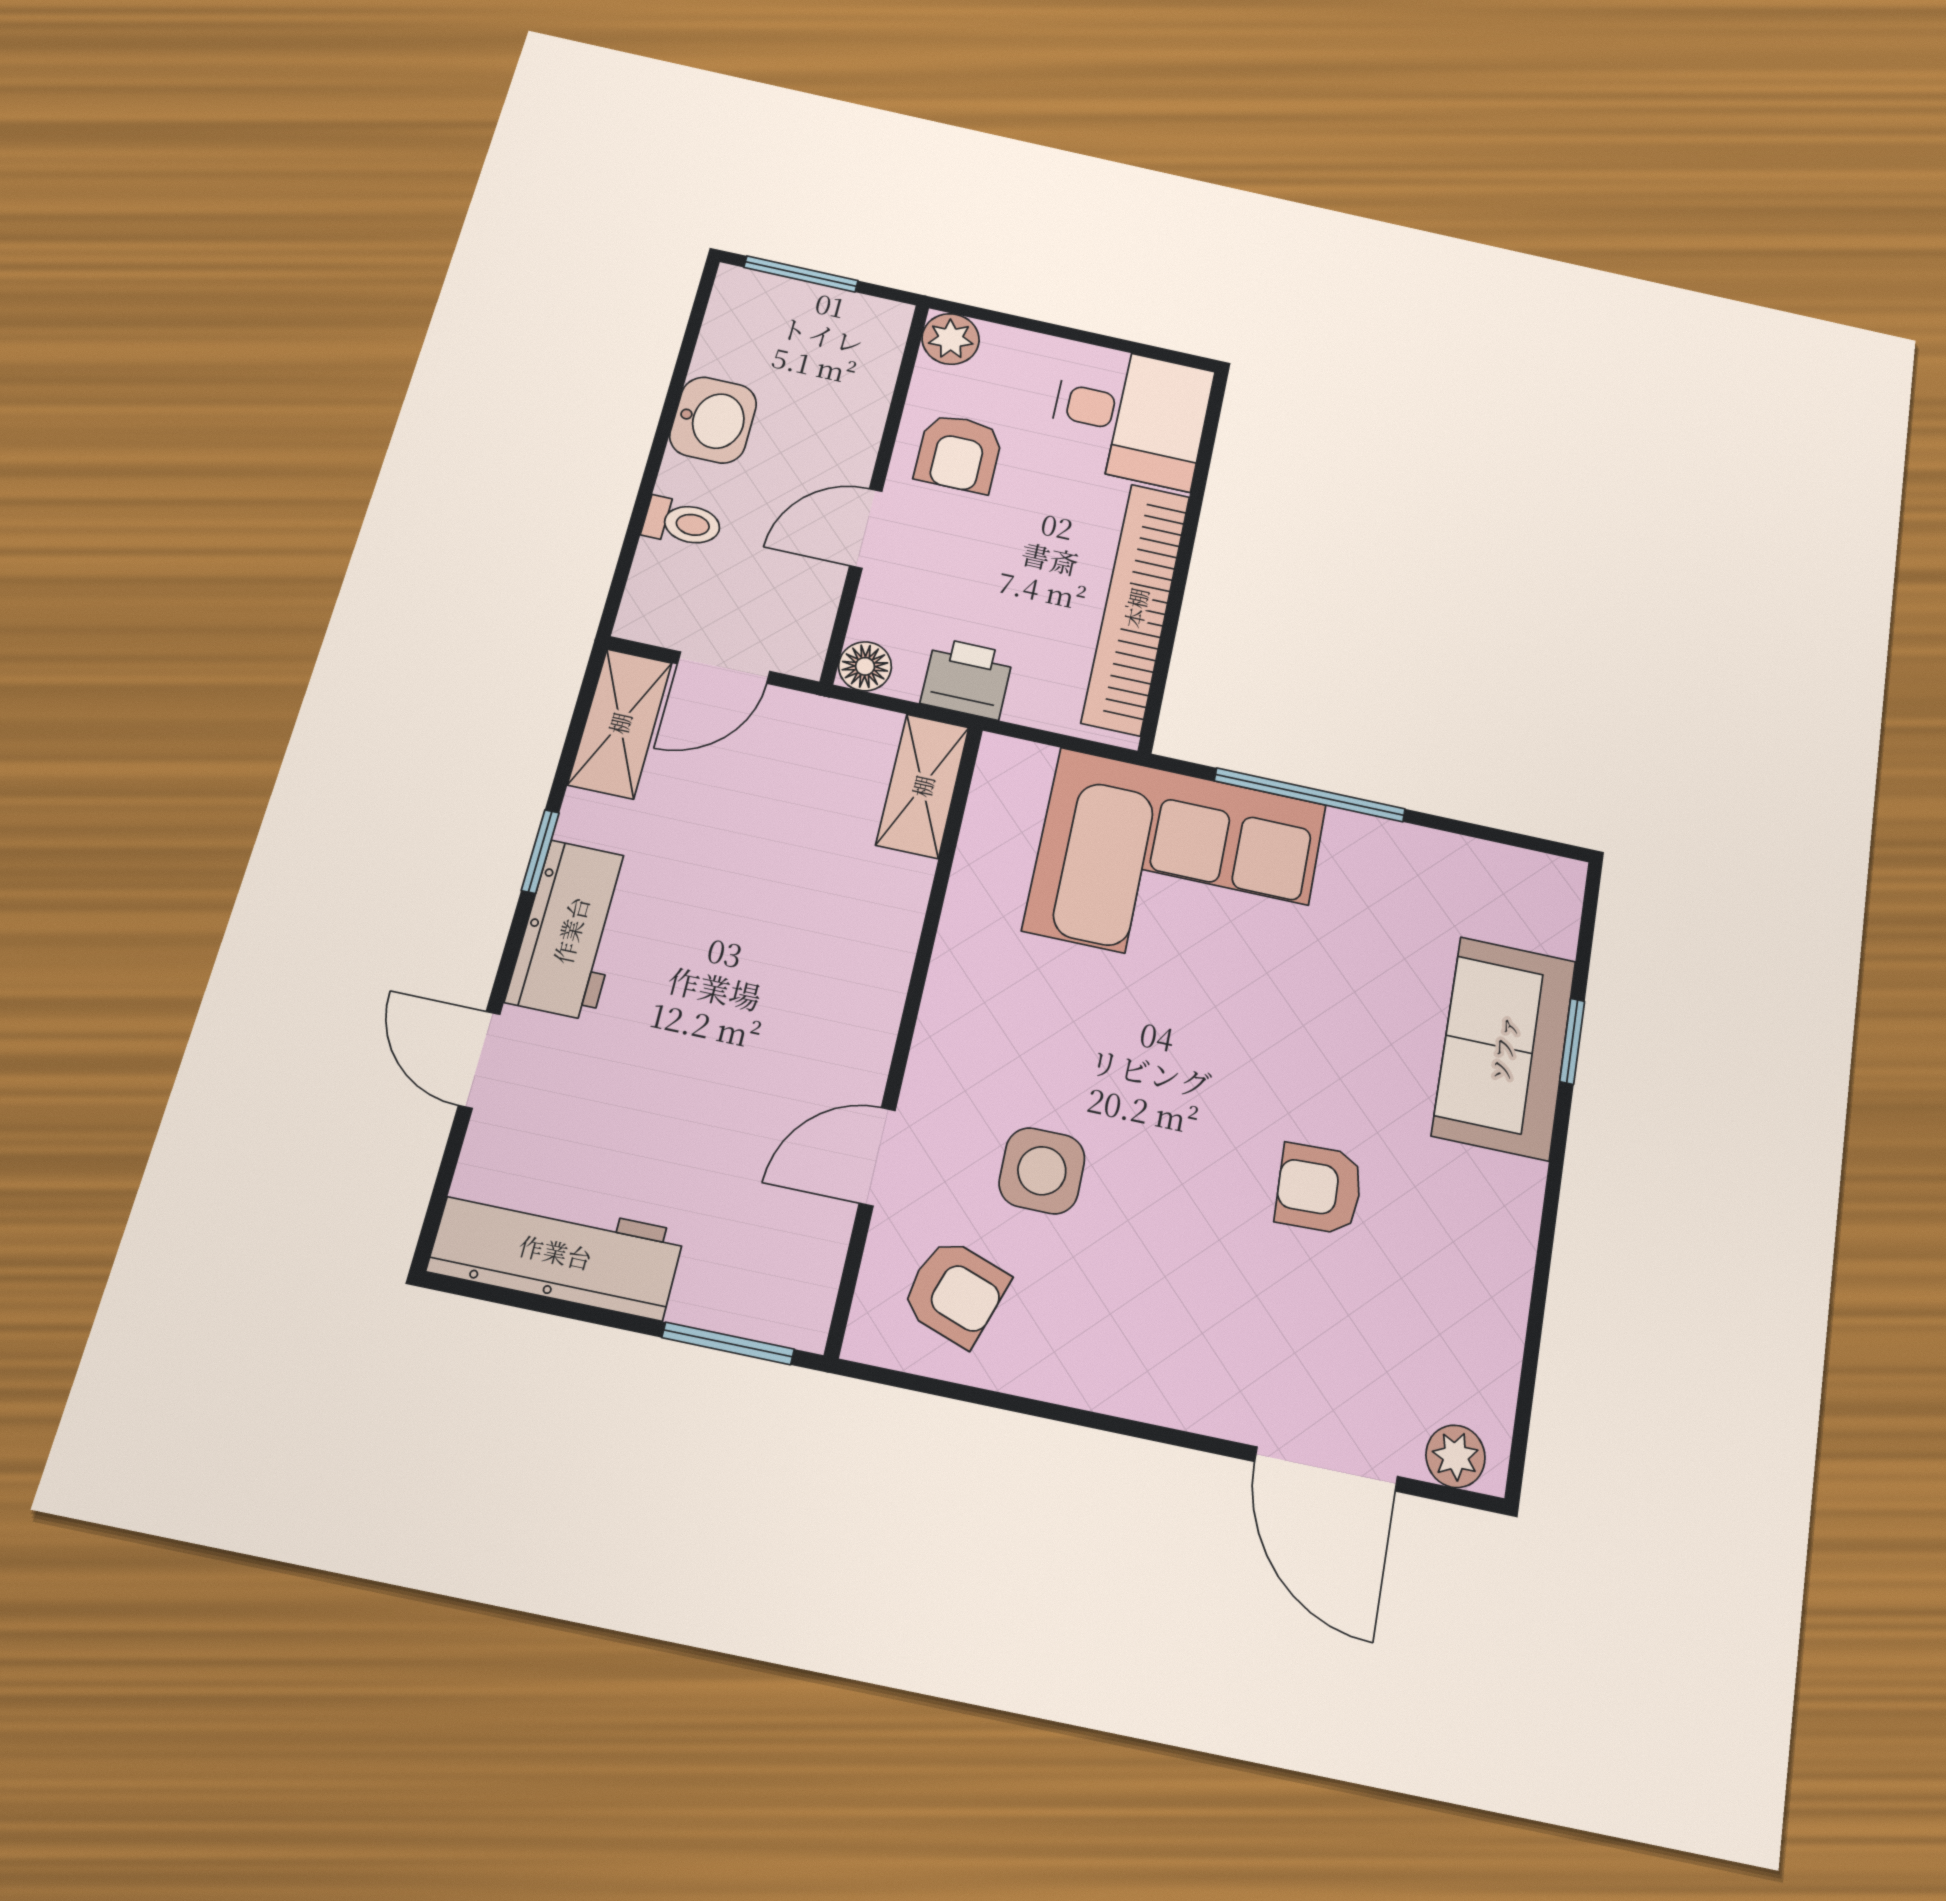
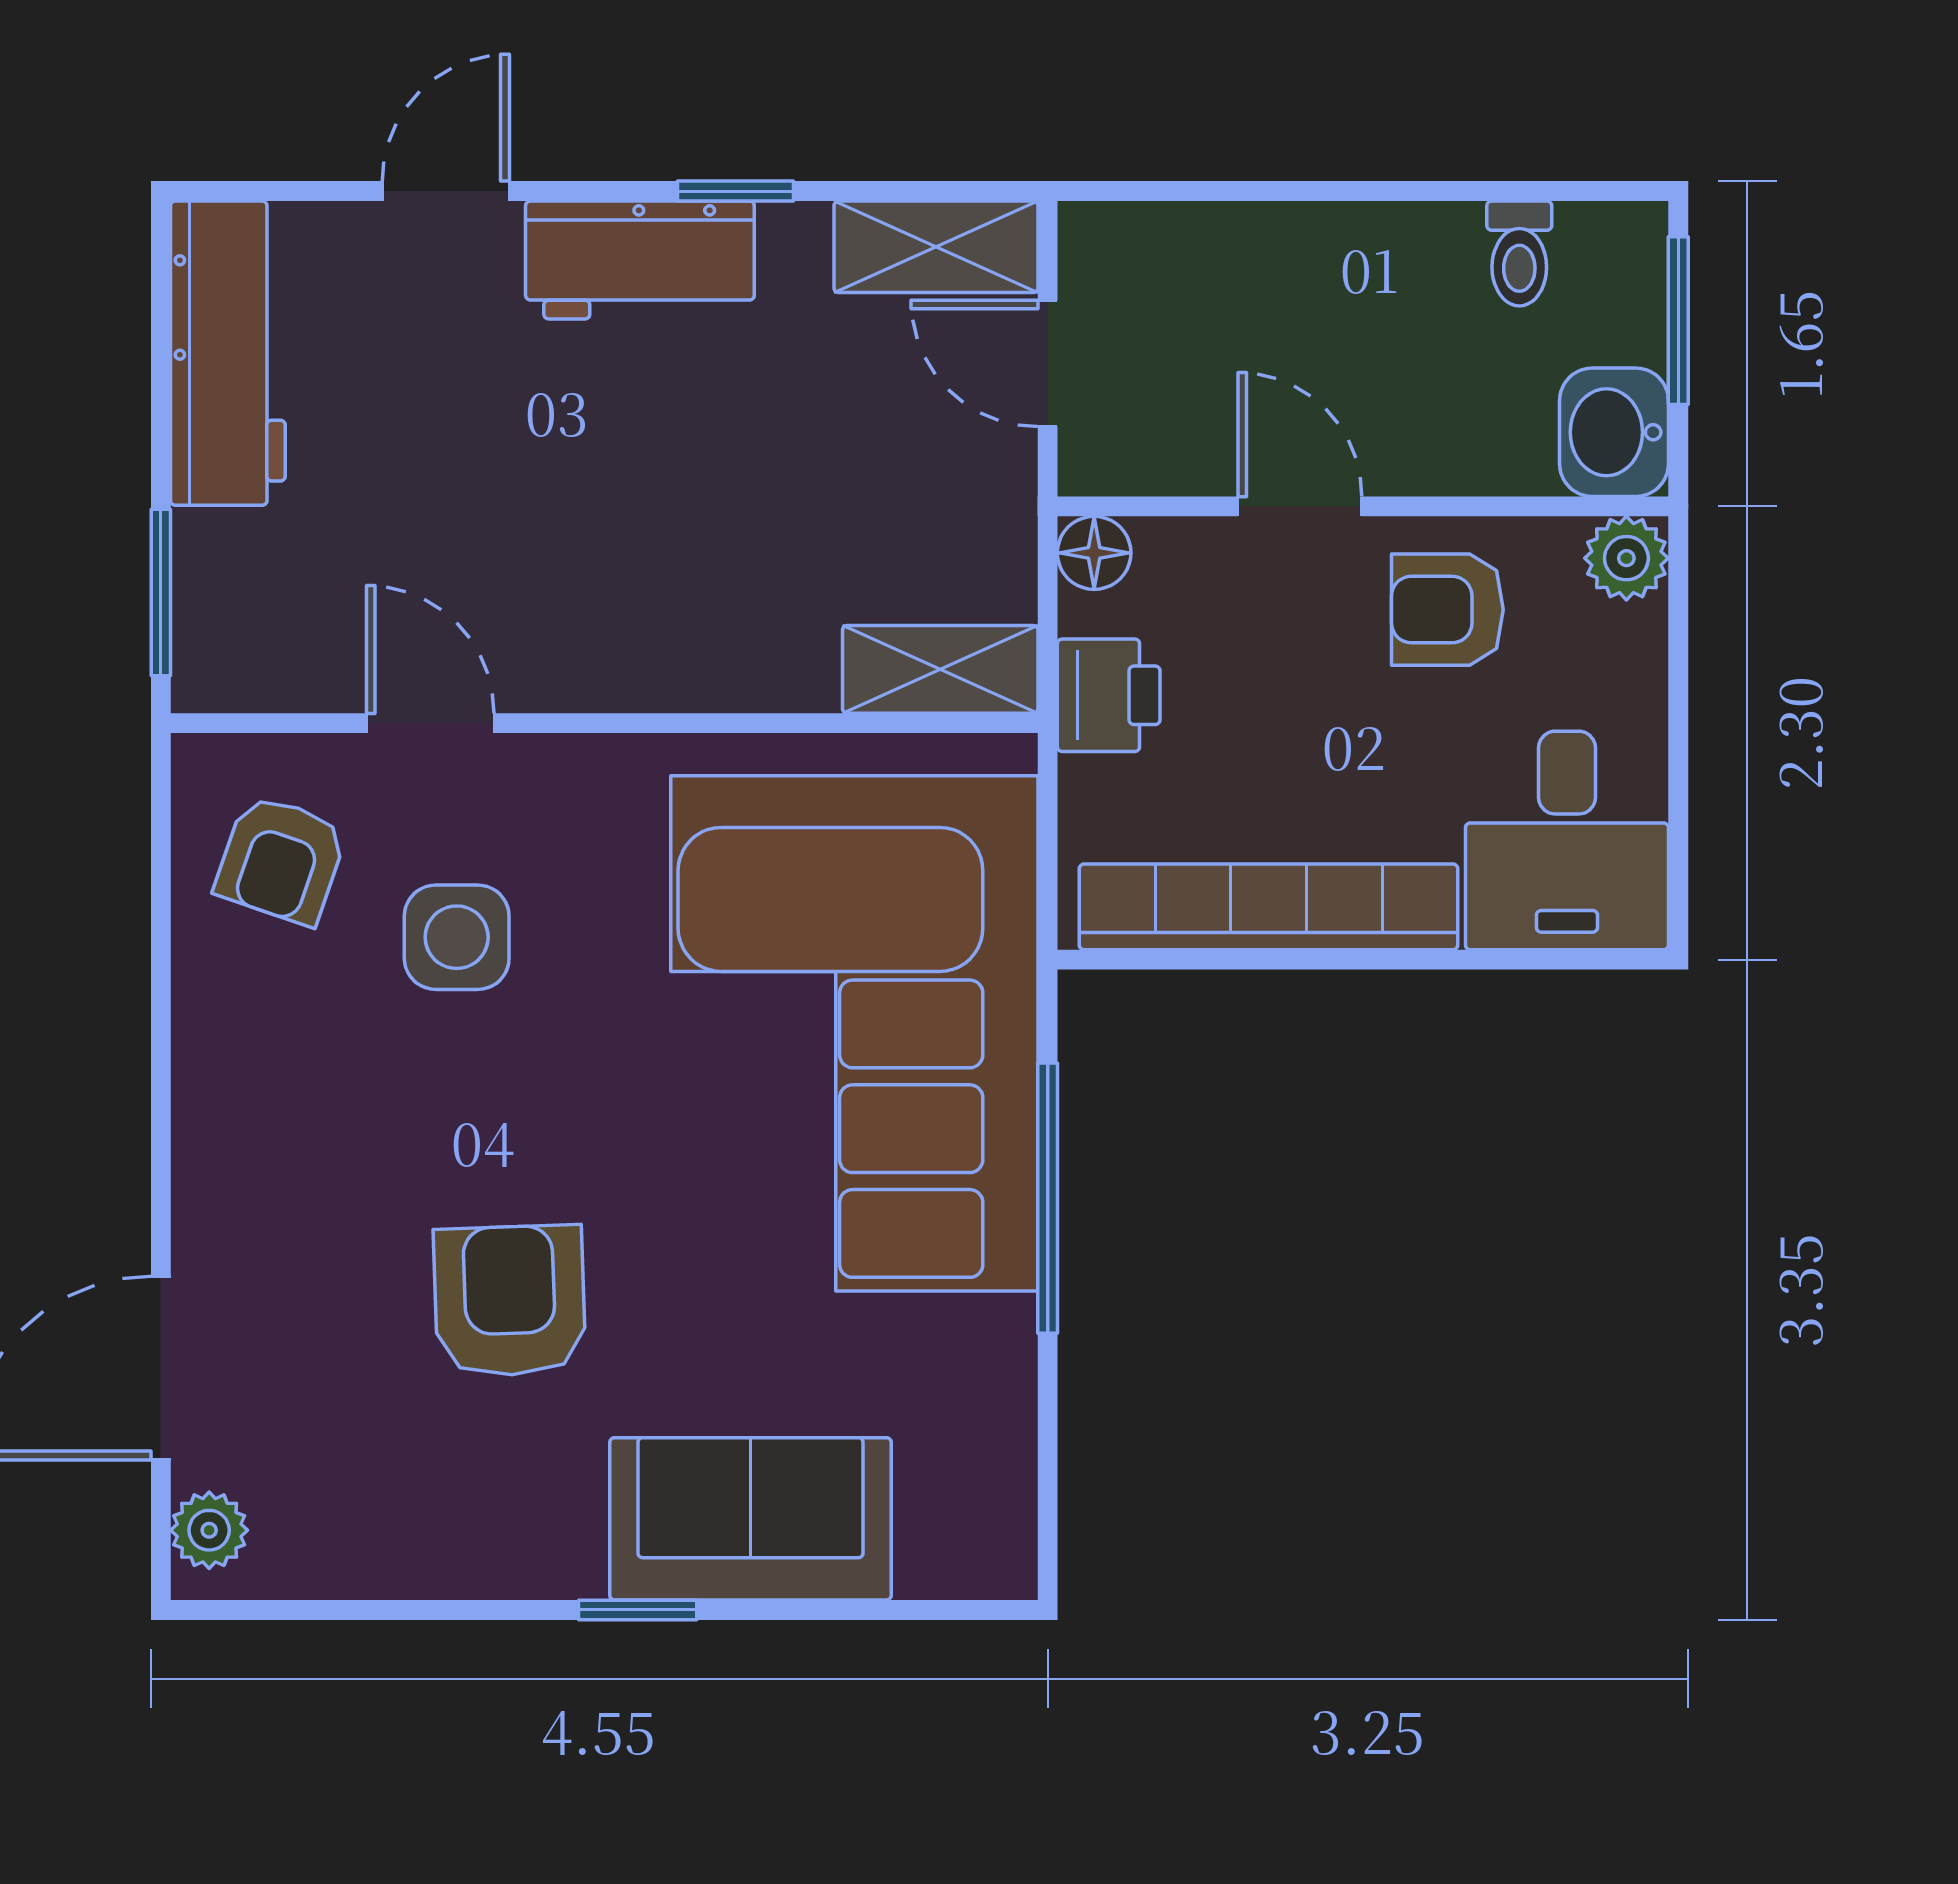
washbasin: (713, 420) -> (1614, 432), moved, turned 90
toilet: (683, 523) -> (1519, 254), moved
corner sofa: (1176, 867) -> (854, 1033), width x1.36, depth x1.36
window: (1572, 1041) -> (638, 1610), moved
armchair: (1319, 1189) -> (510, 1301), width x1.38, depth x1.38

